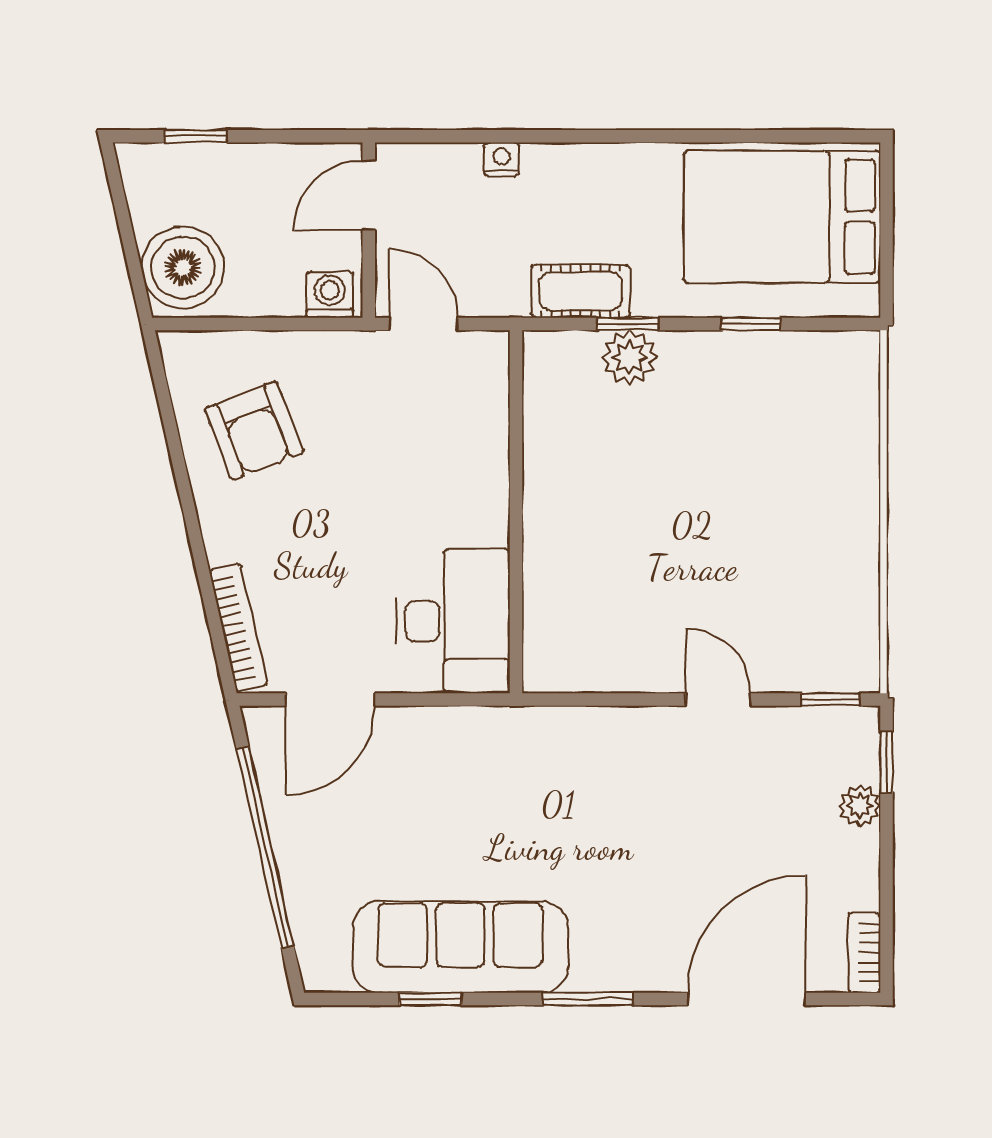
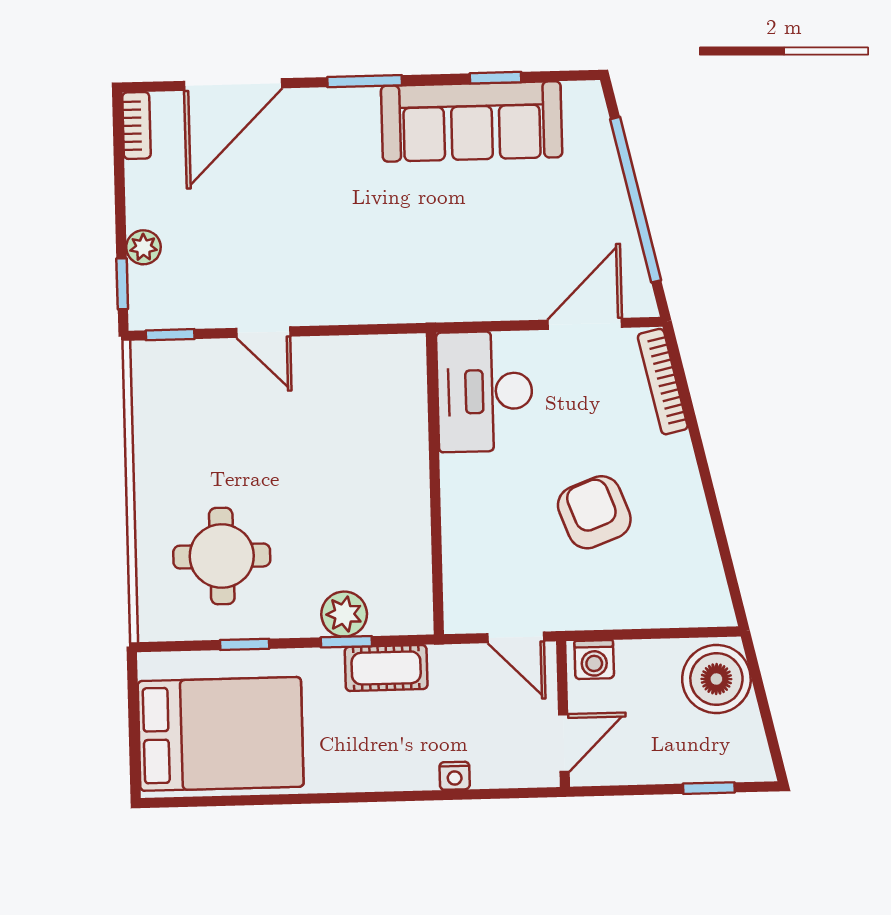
armchair: (254, 431) -> (594, 512), moved
round table: (775, 431) -> (222, 556), added

